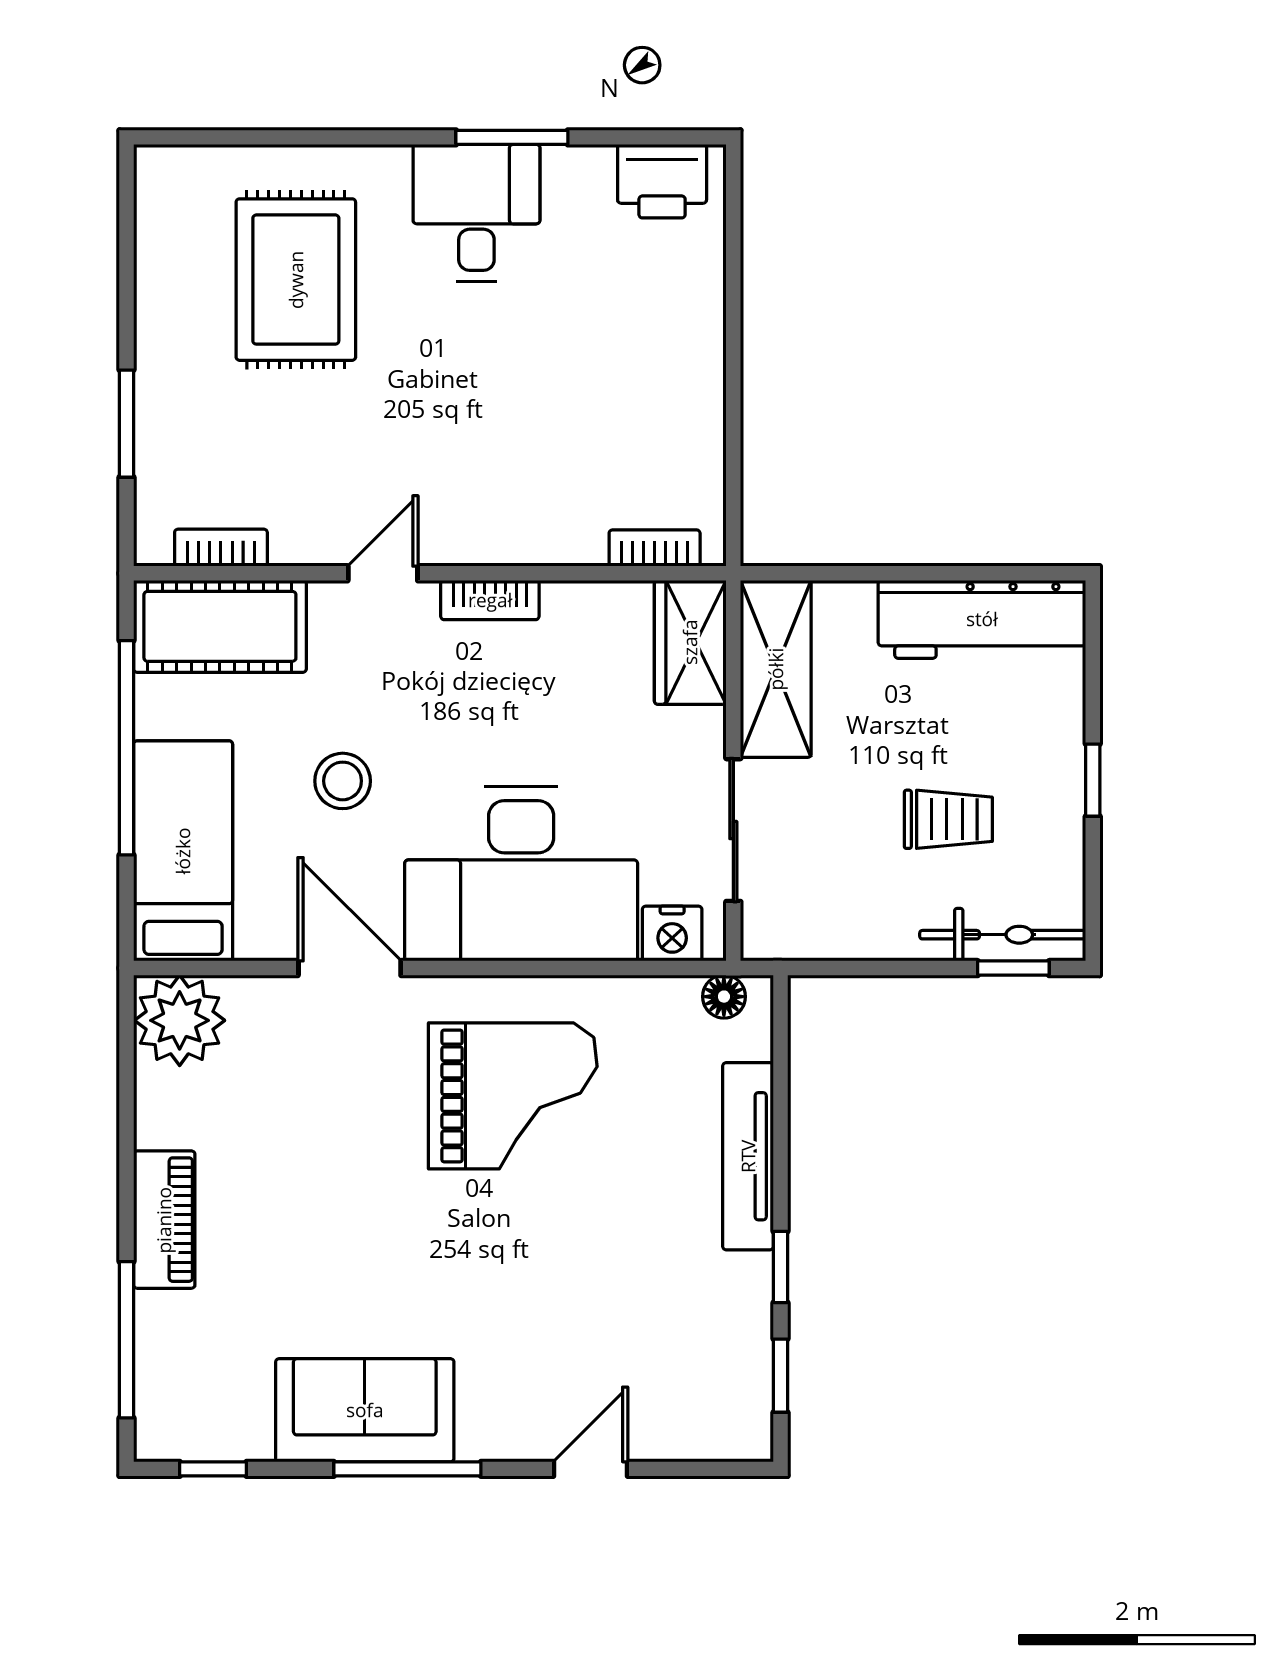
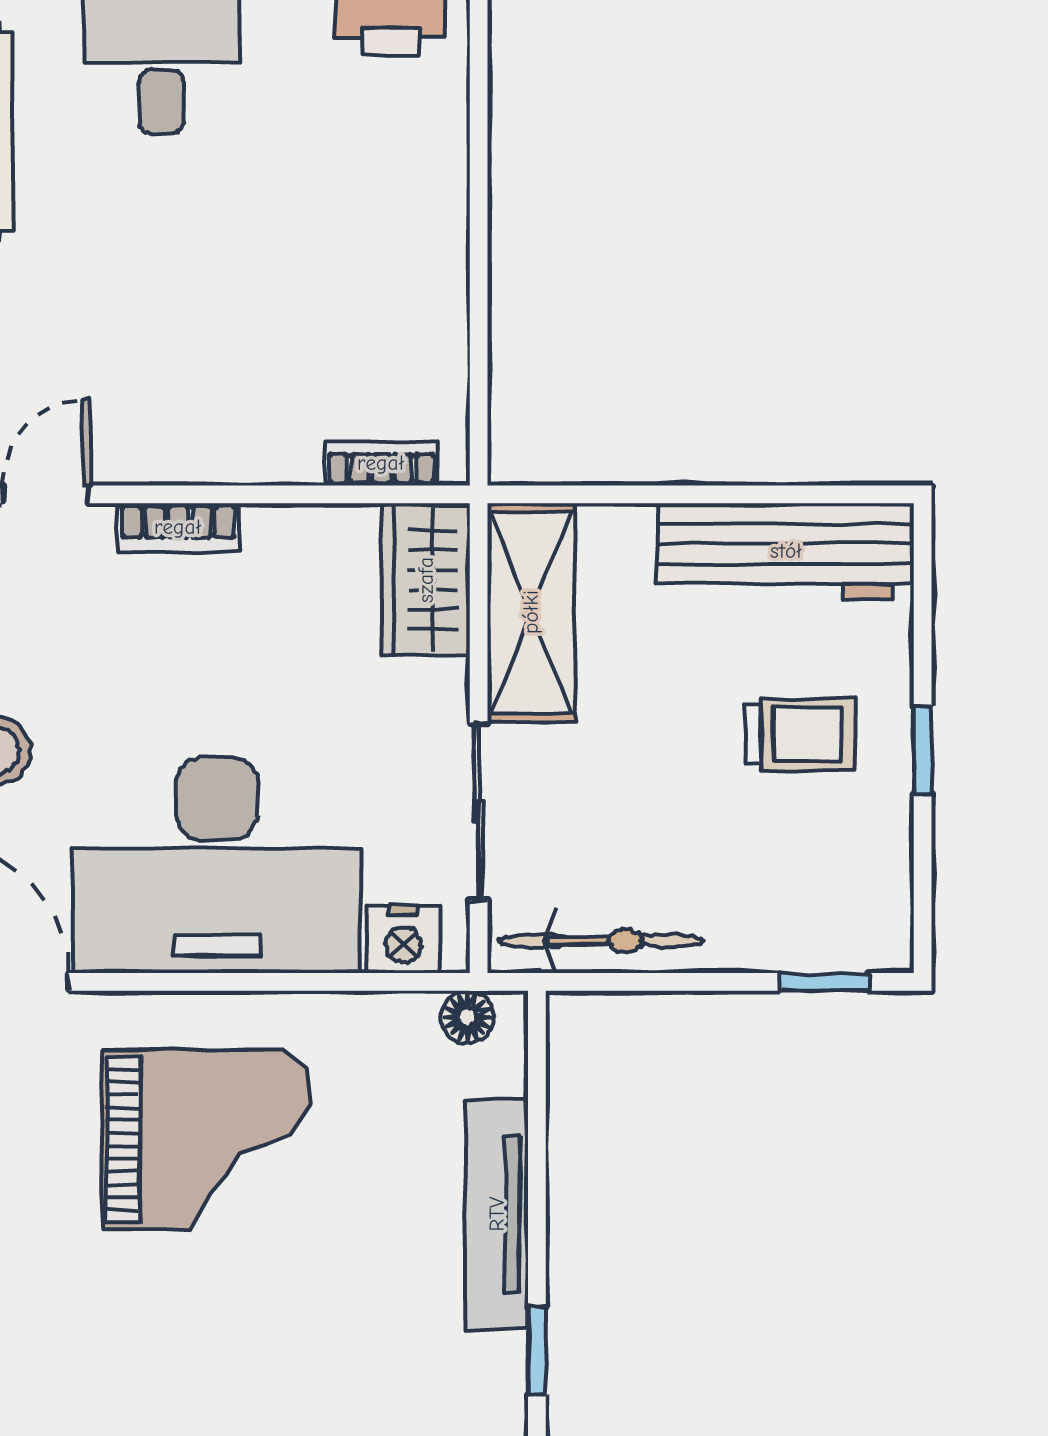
trolley: (948, 819) -> (800, 734), moved
bicycle: (1003, 935) -> (601, 941), moved

